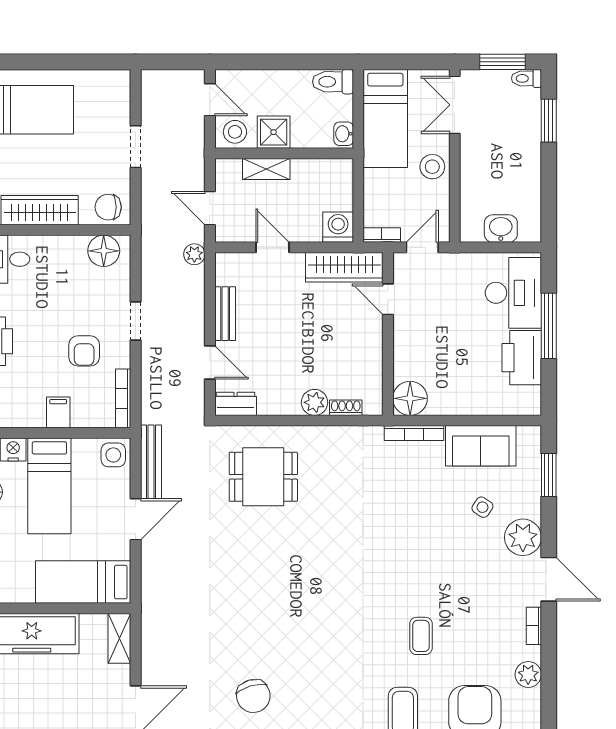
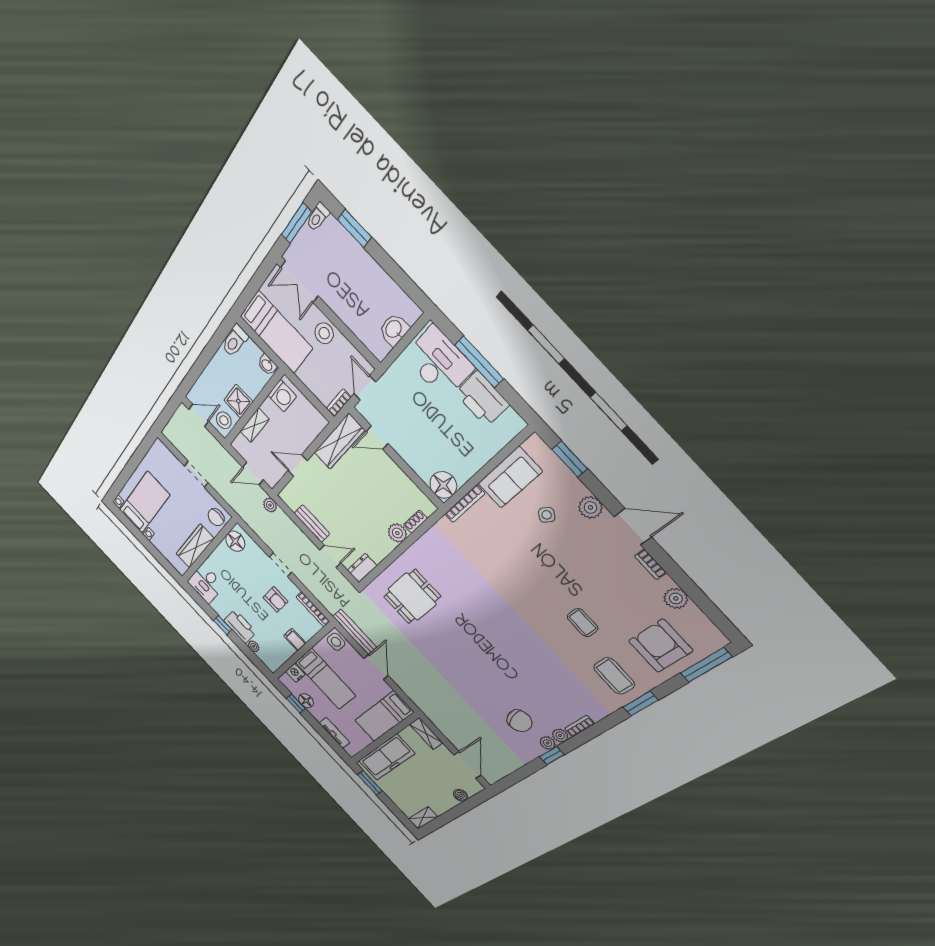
washing machine: (338, 227) -> (282, 396), moved, turned 180
plant: (523, 537) -> (590, 507), width x0.73, depth x0.73

